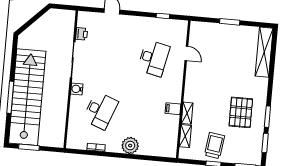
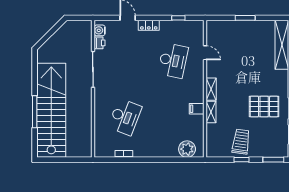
locker: (132, 21) -> (149, 25), added
water cooler: (77, 89) -> (100, 30), moved
pallet: (241, 112) -> (264, 107), turned 90
shelving: (185, 136) -> (211, 89), moved
plant: (130, 146) -> (187, 149), moved
window: (29, 147) -> (57, 160), removed

